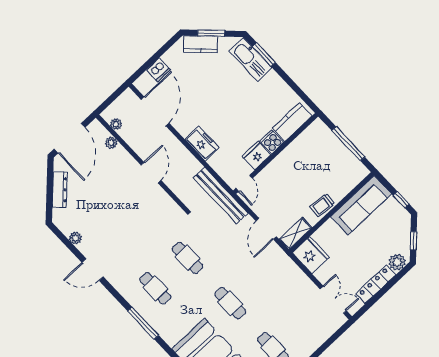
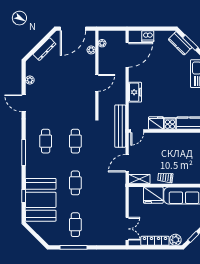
fridge: (311, 255) -> (153, 195), moved, turned 90

